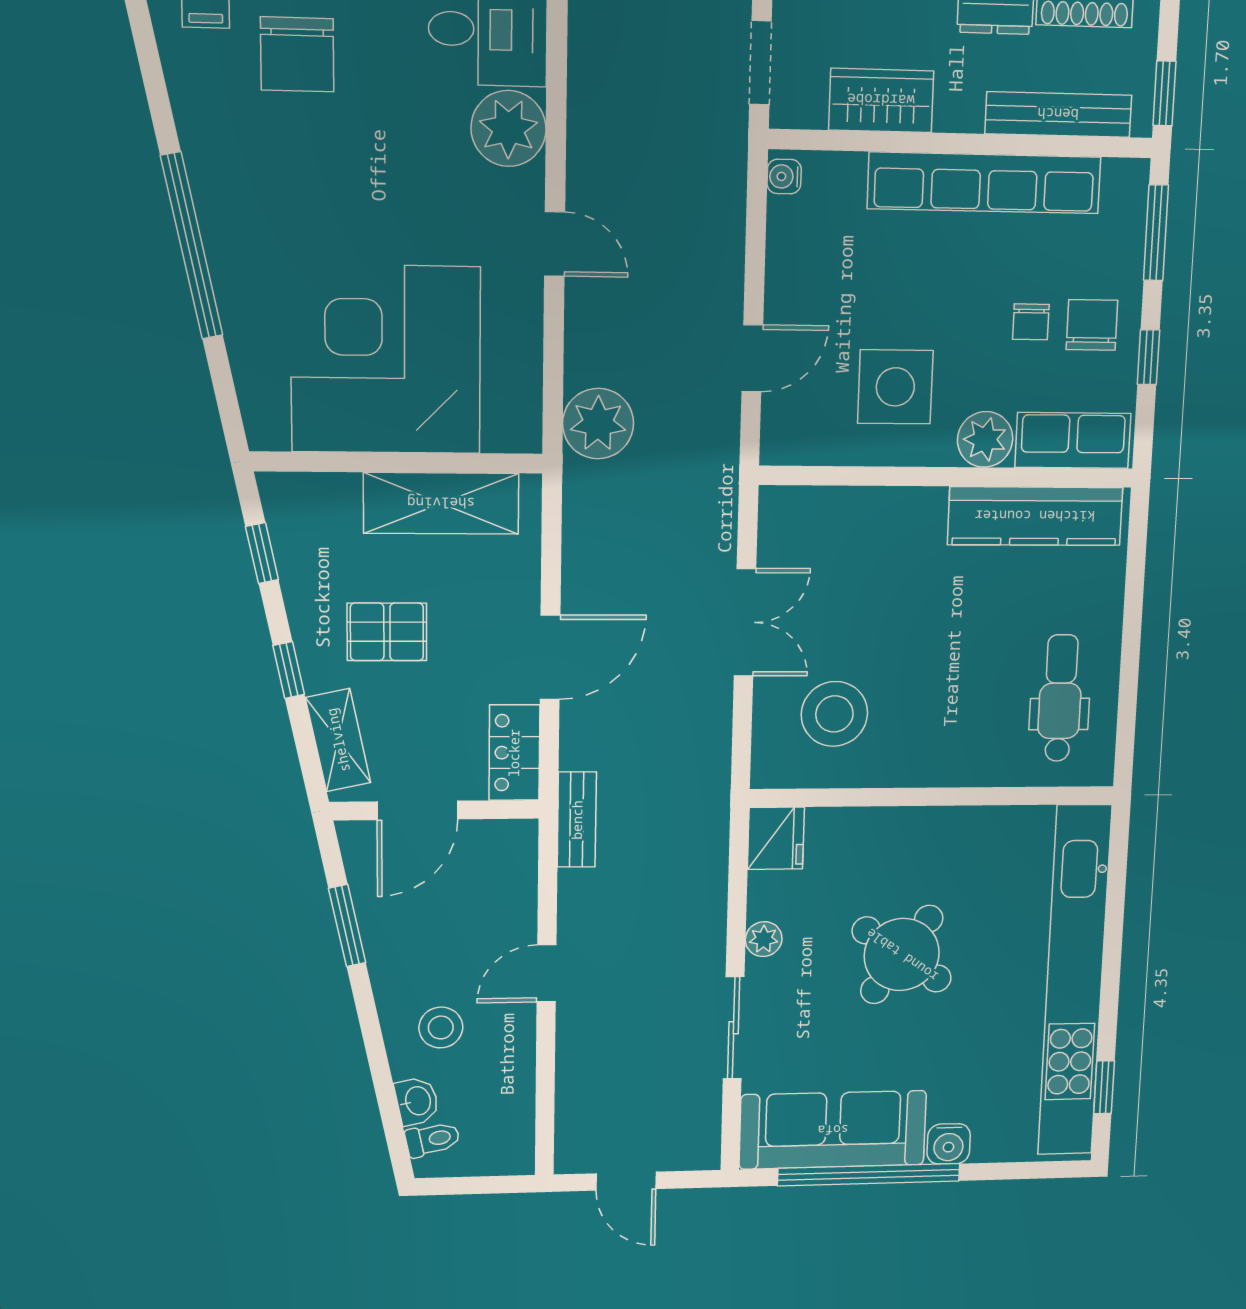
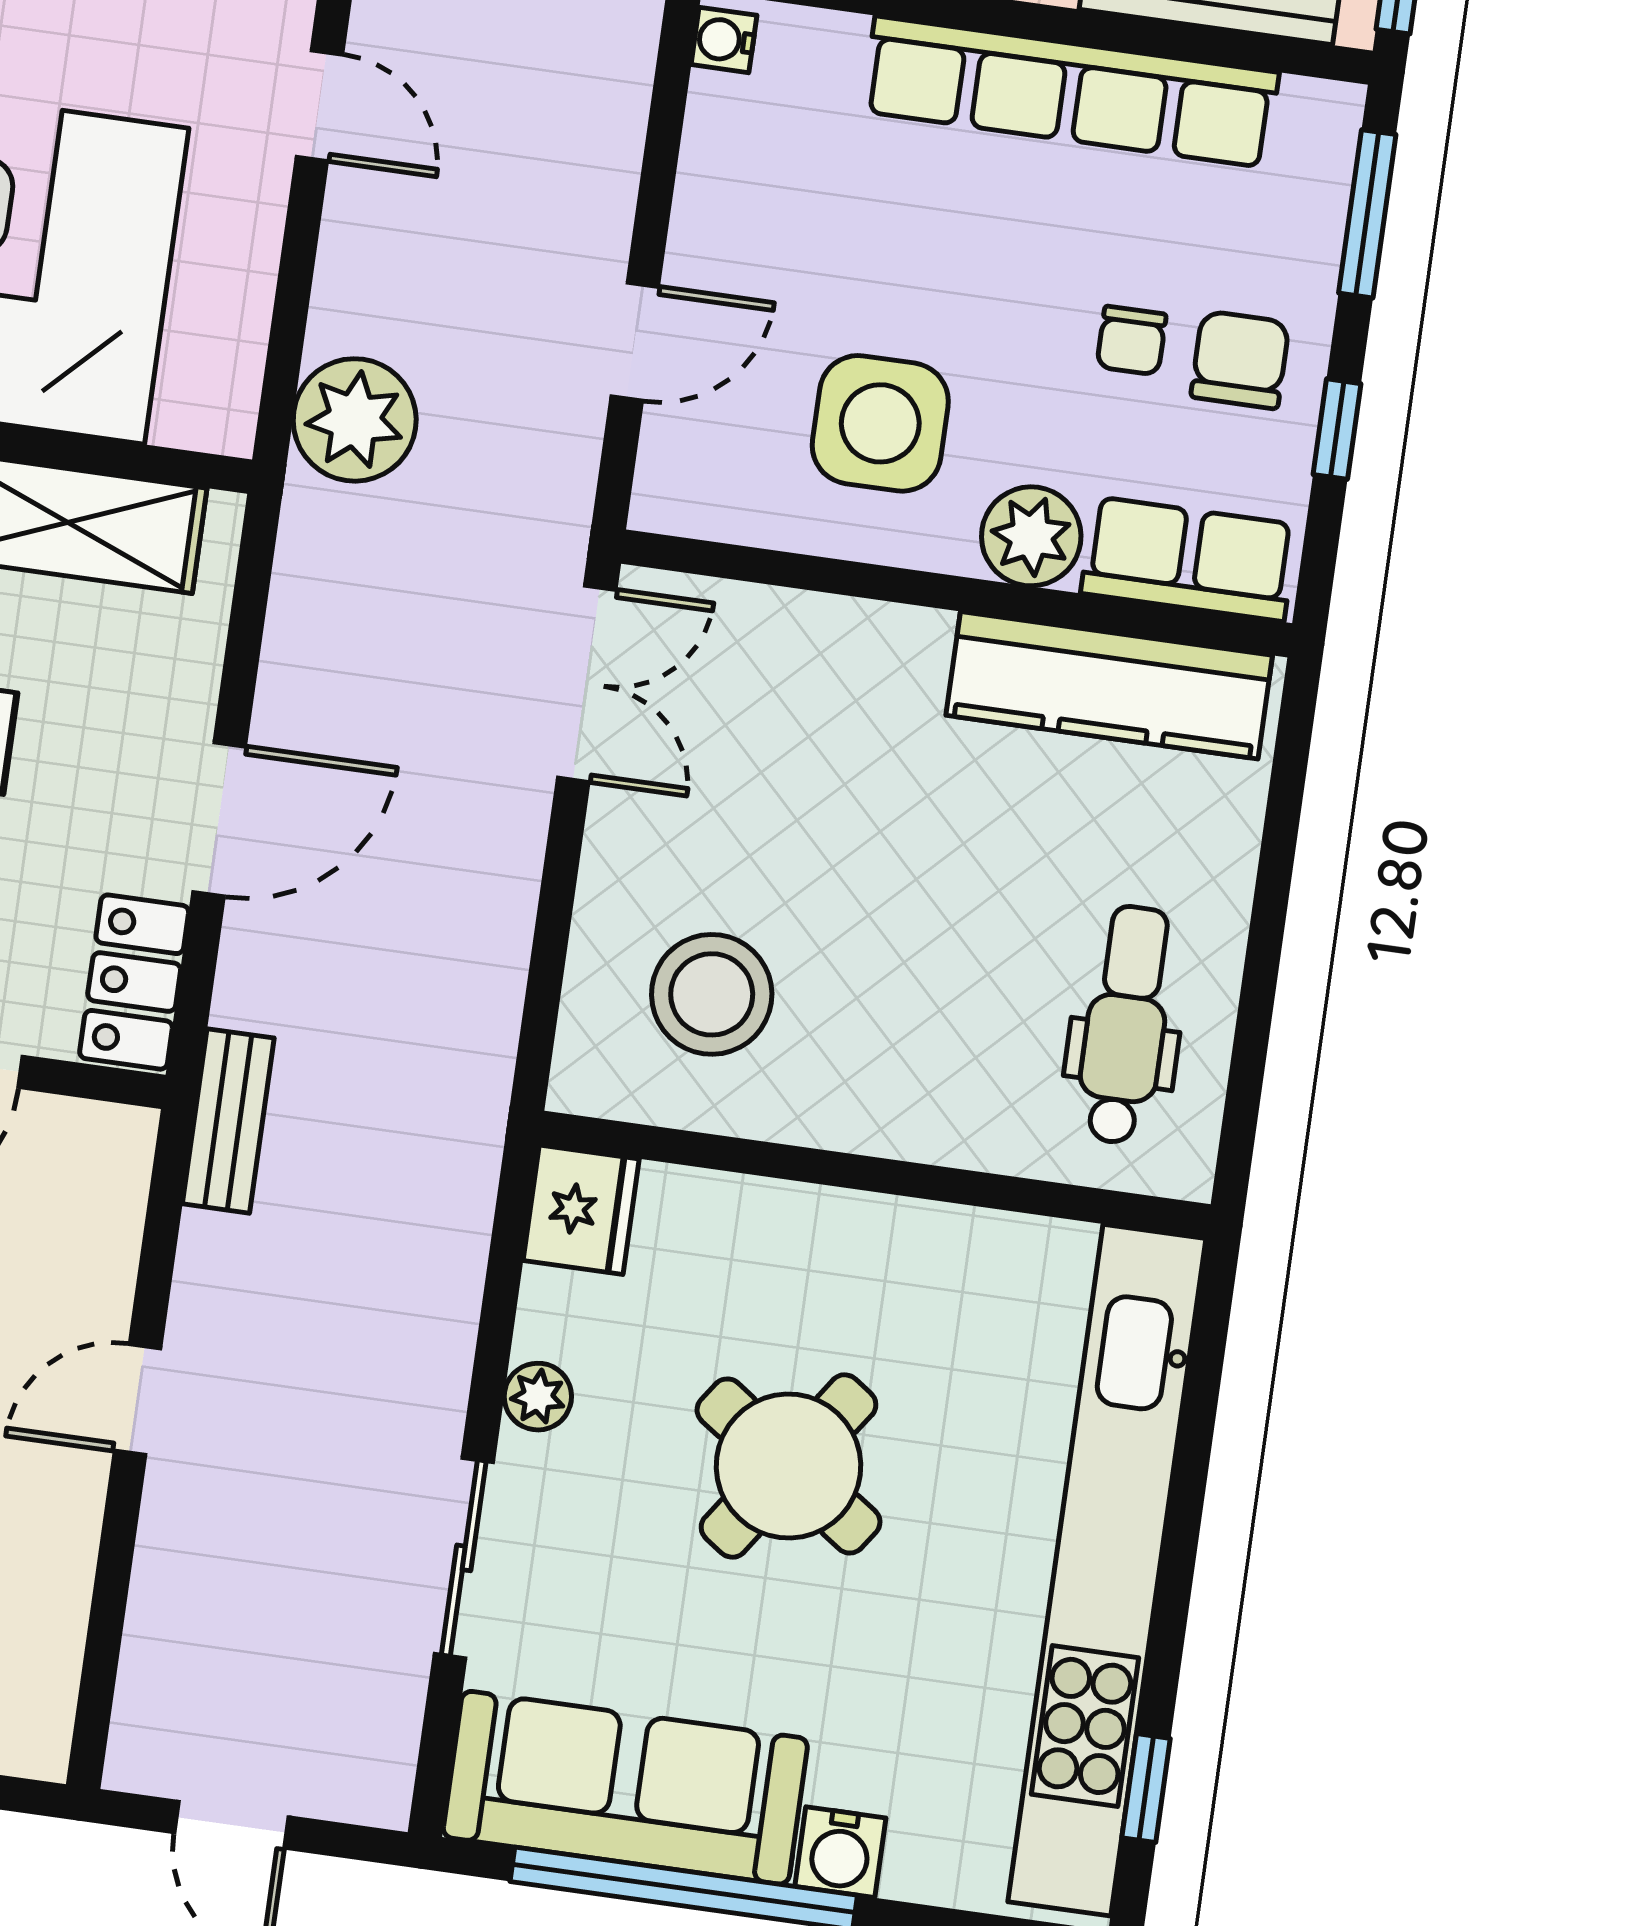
double door: (745, 622) -> (587, 684), moved

